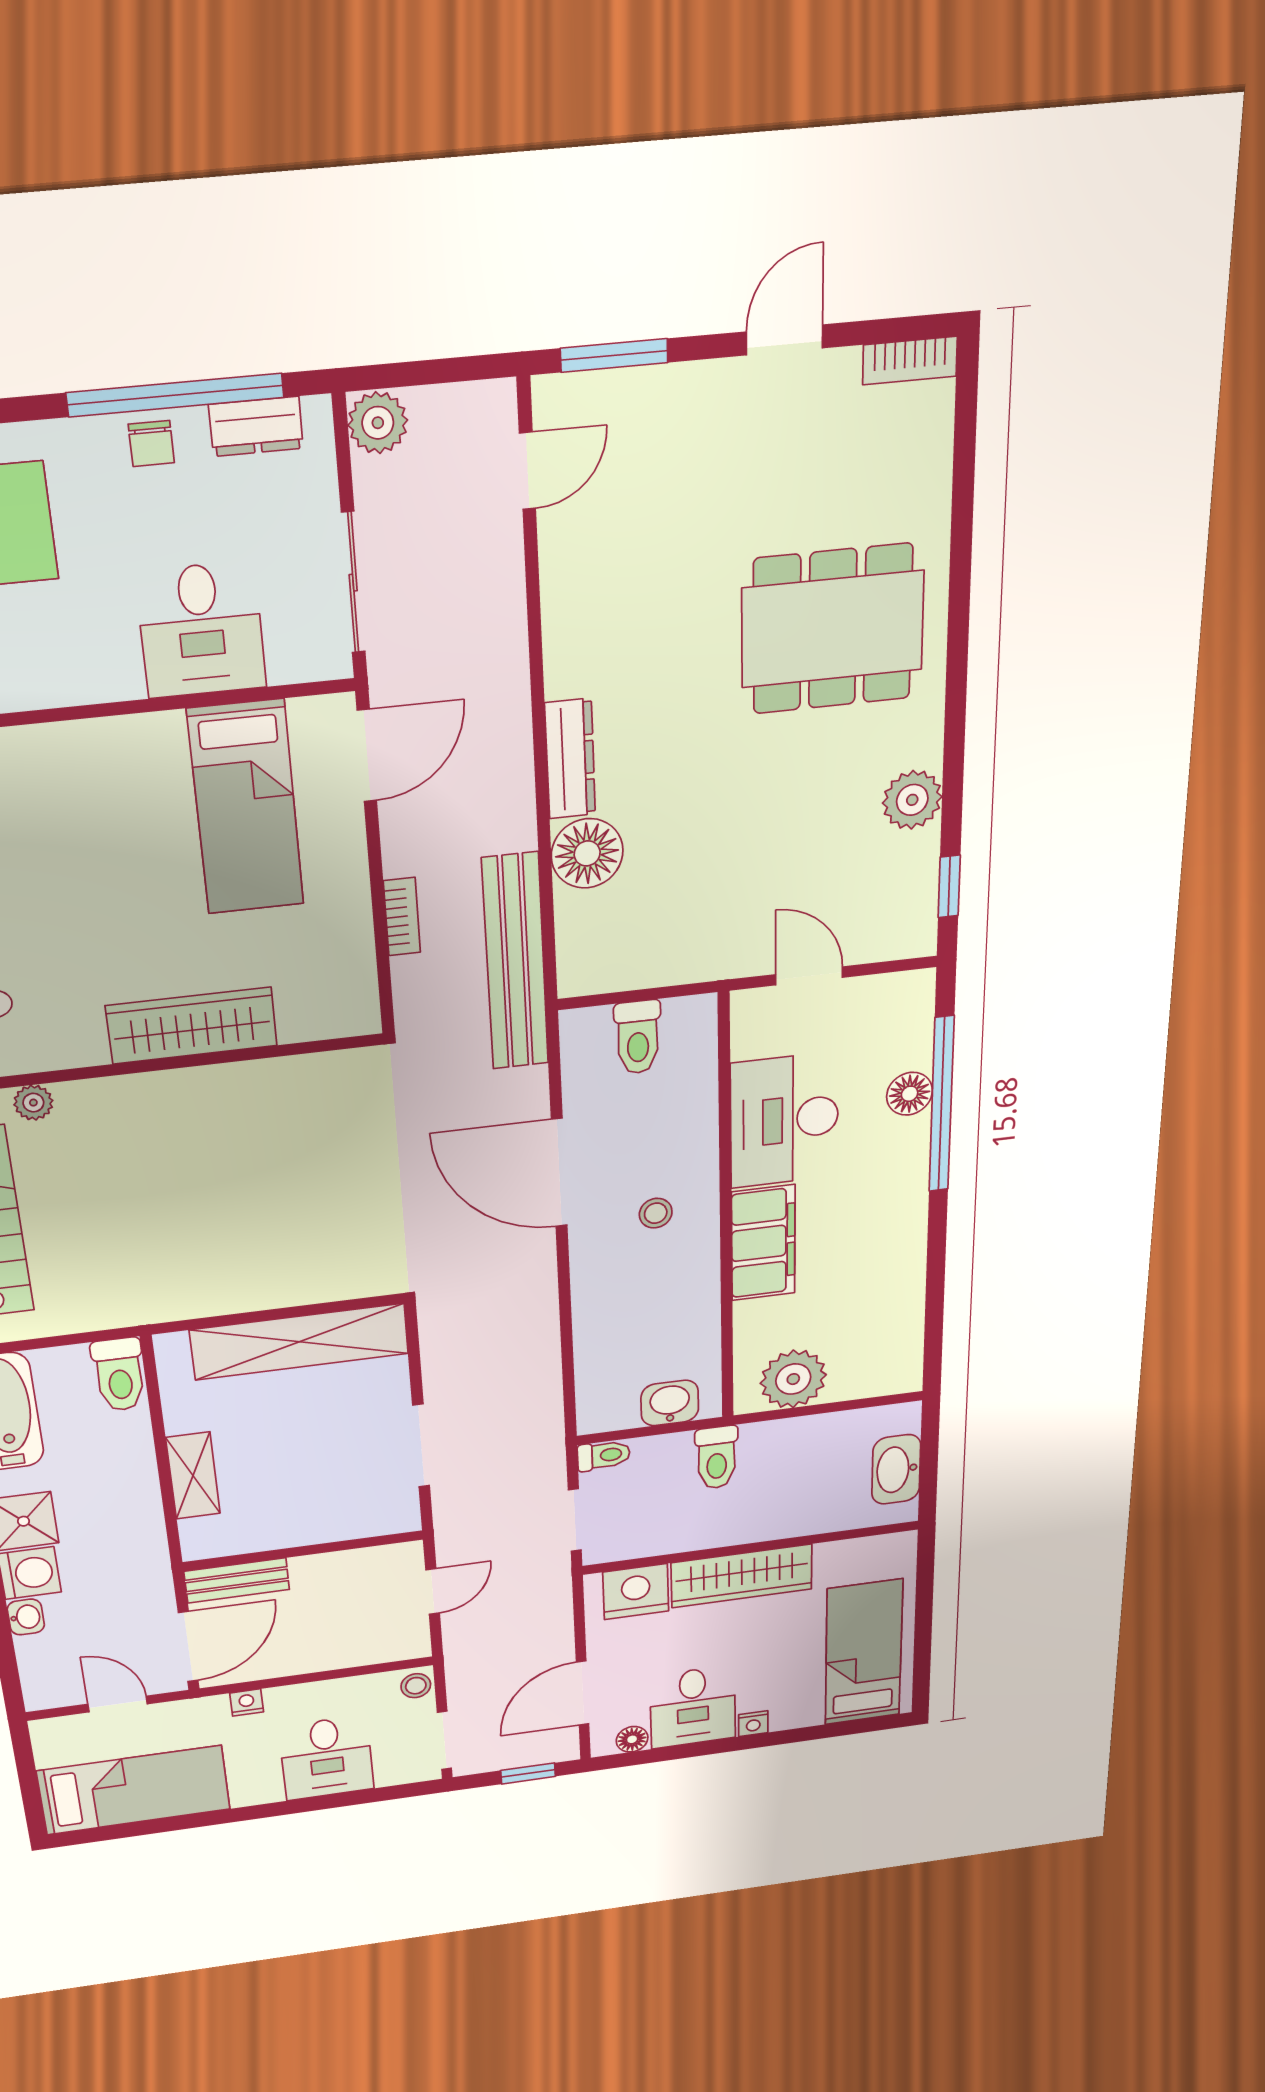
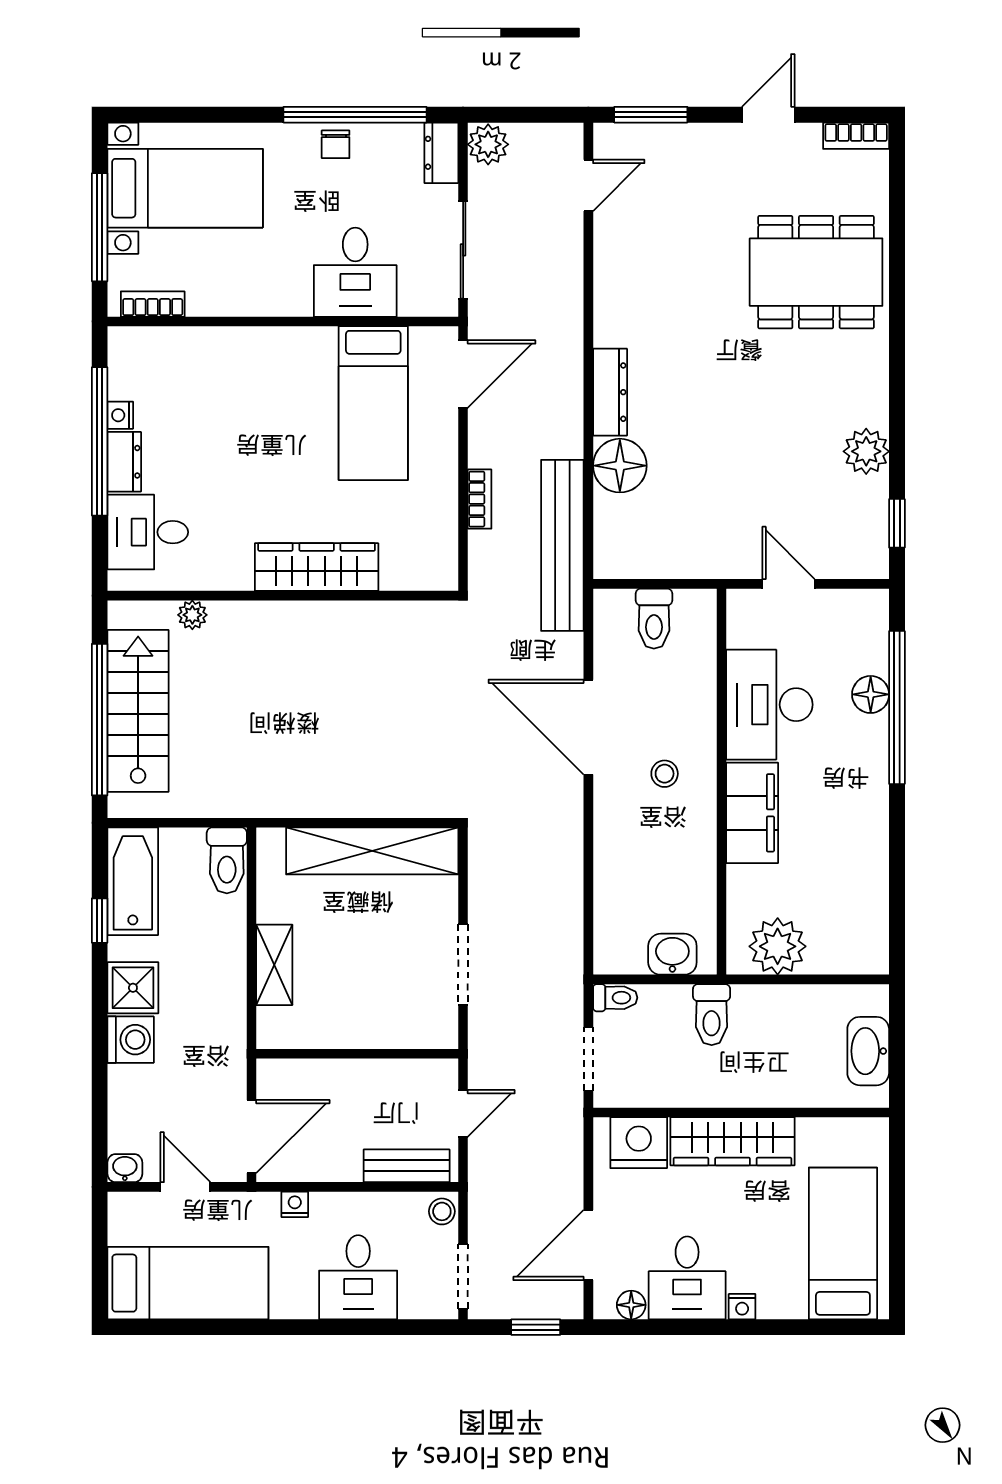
dresser: (256, 426) -> (441, 153), moved, turned 90
dining table: (833, 629) -> (816, 272), moved
bench: (237, 1580) -> (407, 1166), moved
washbasin: (26, 1617) -> (125, 1168), moved, turned -90

